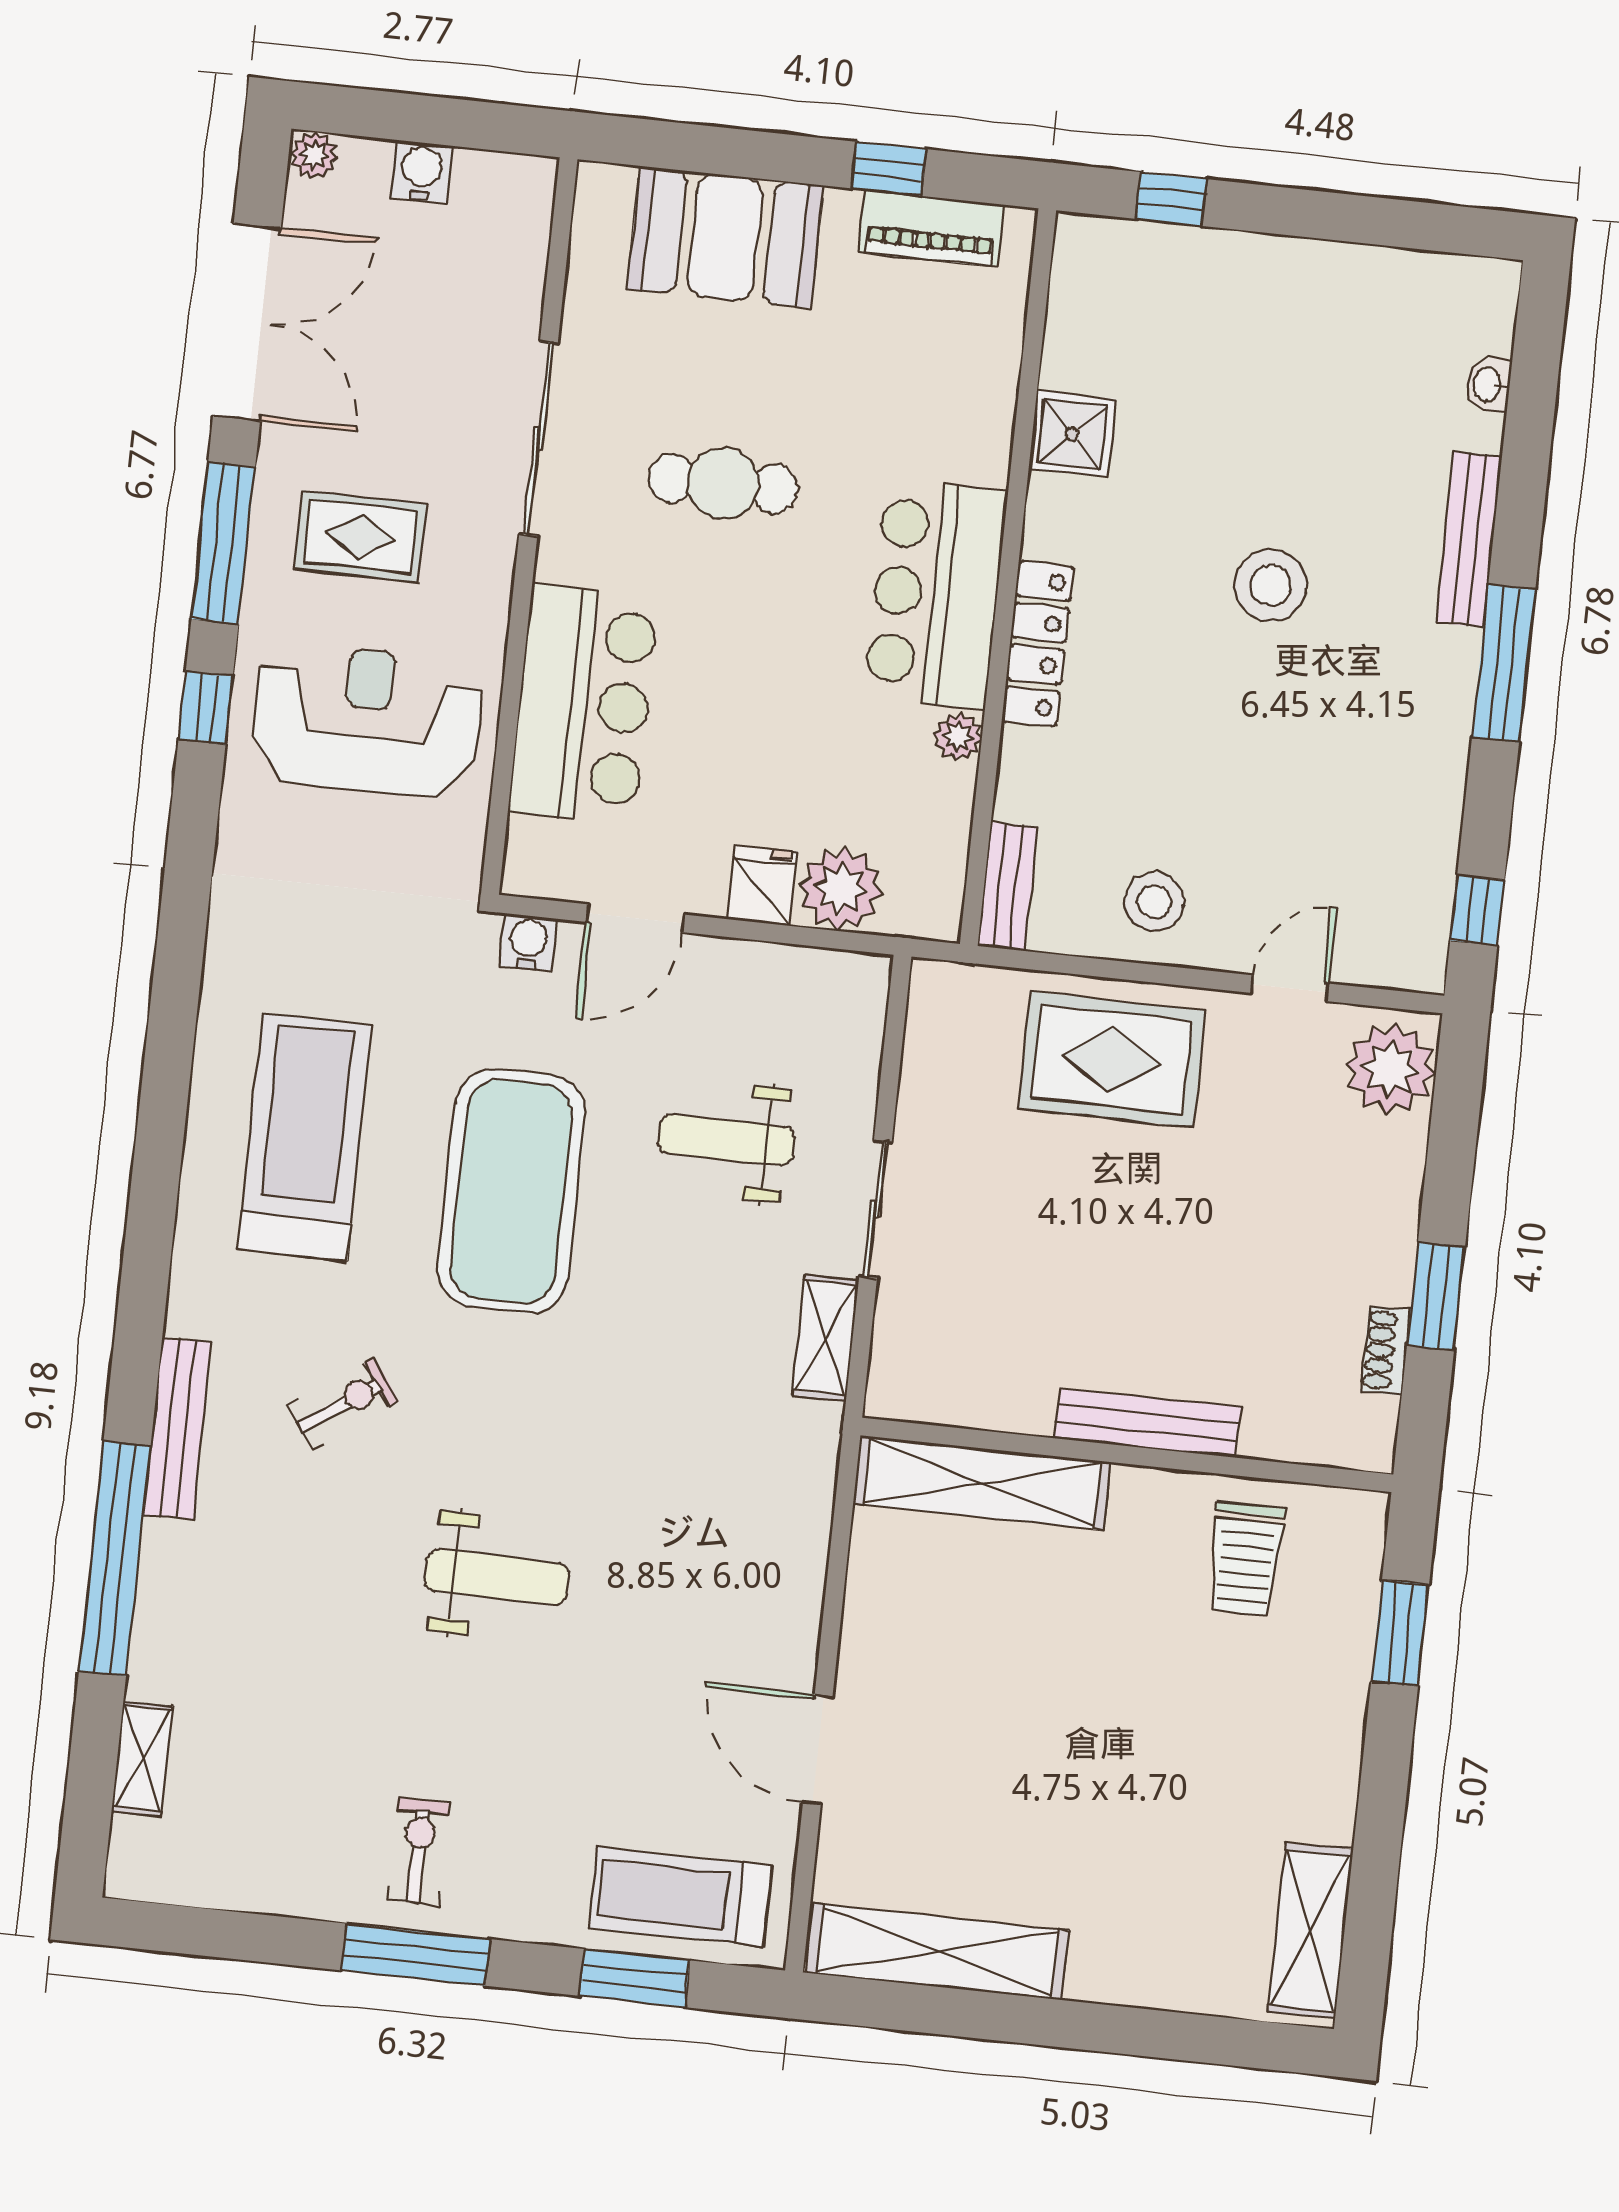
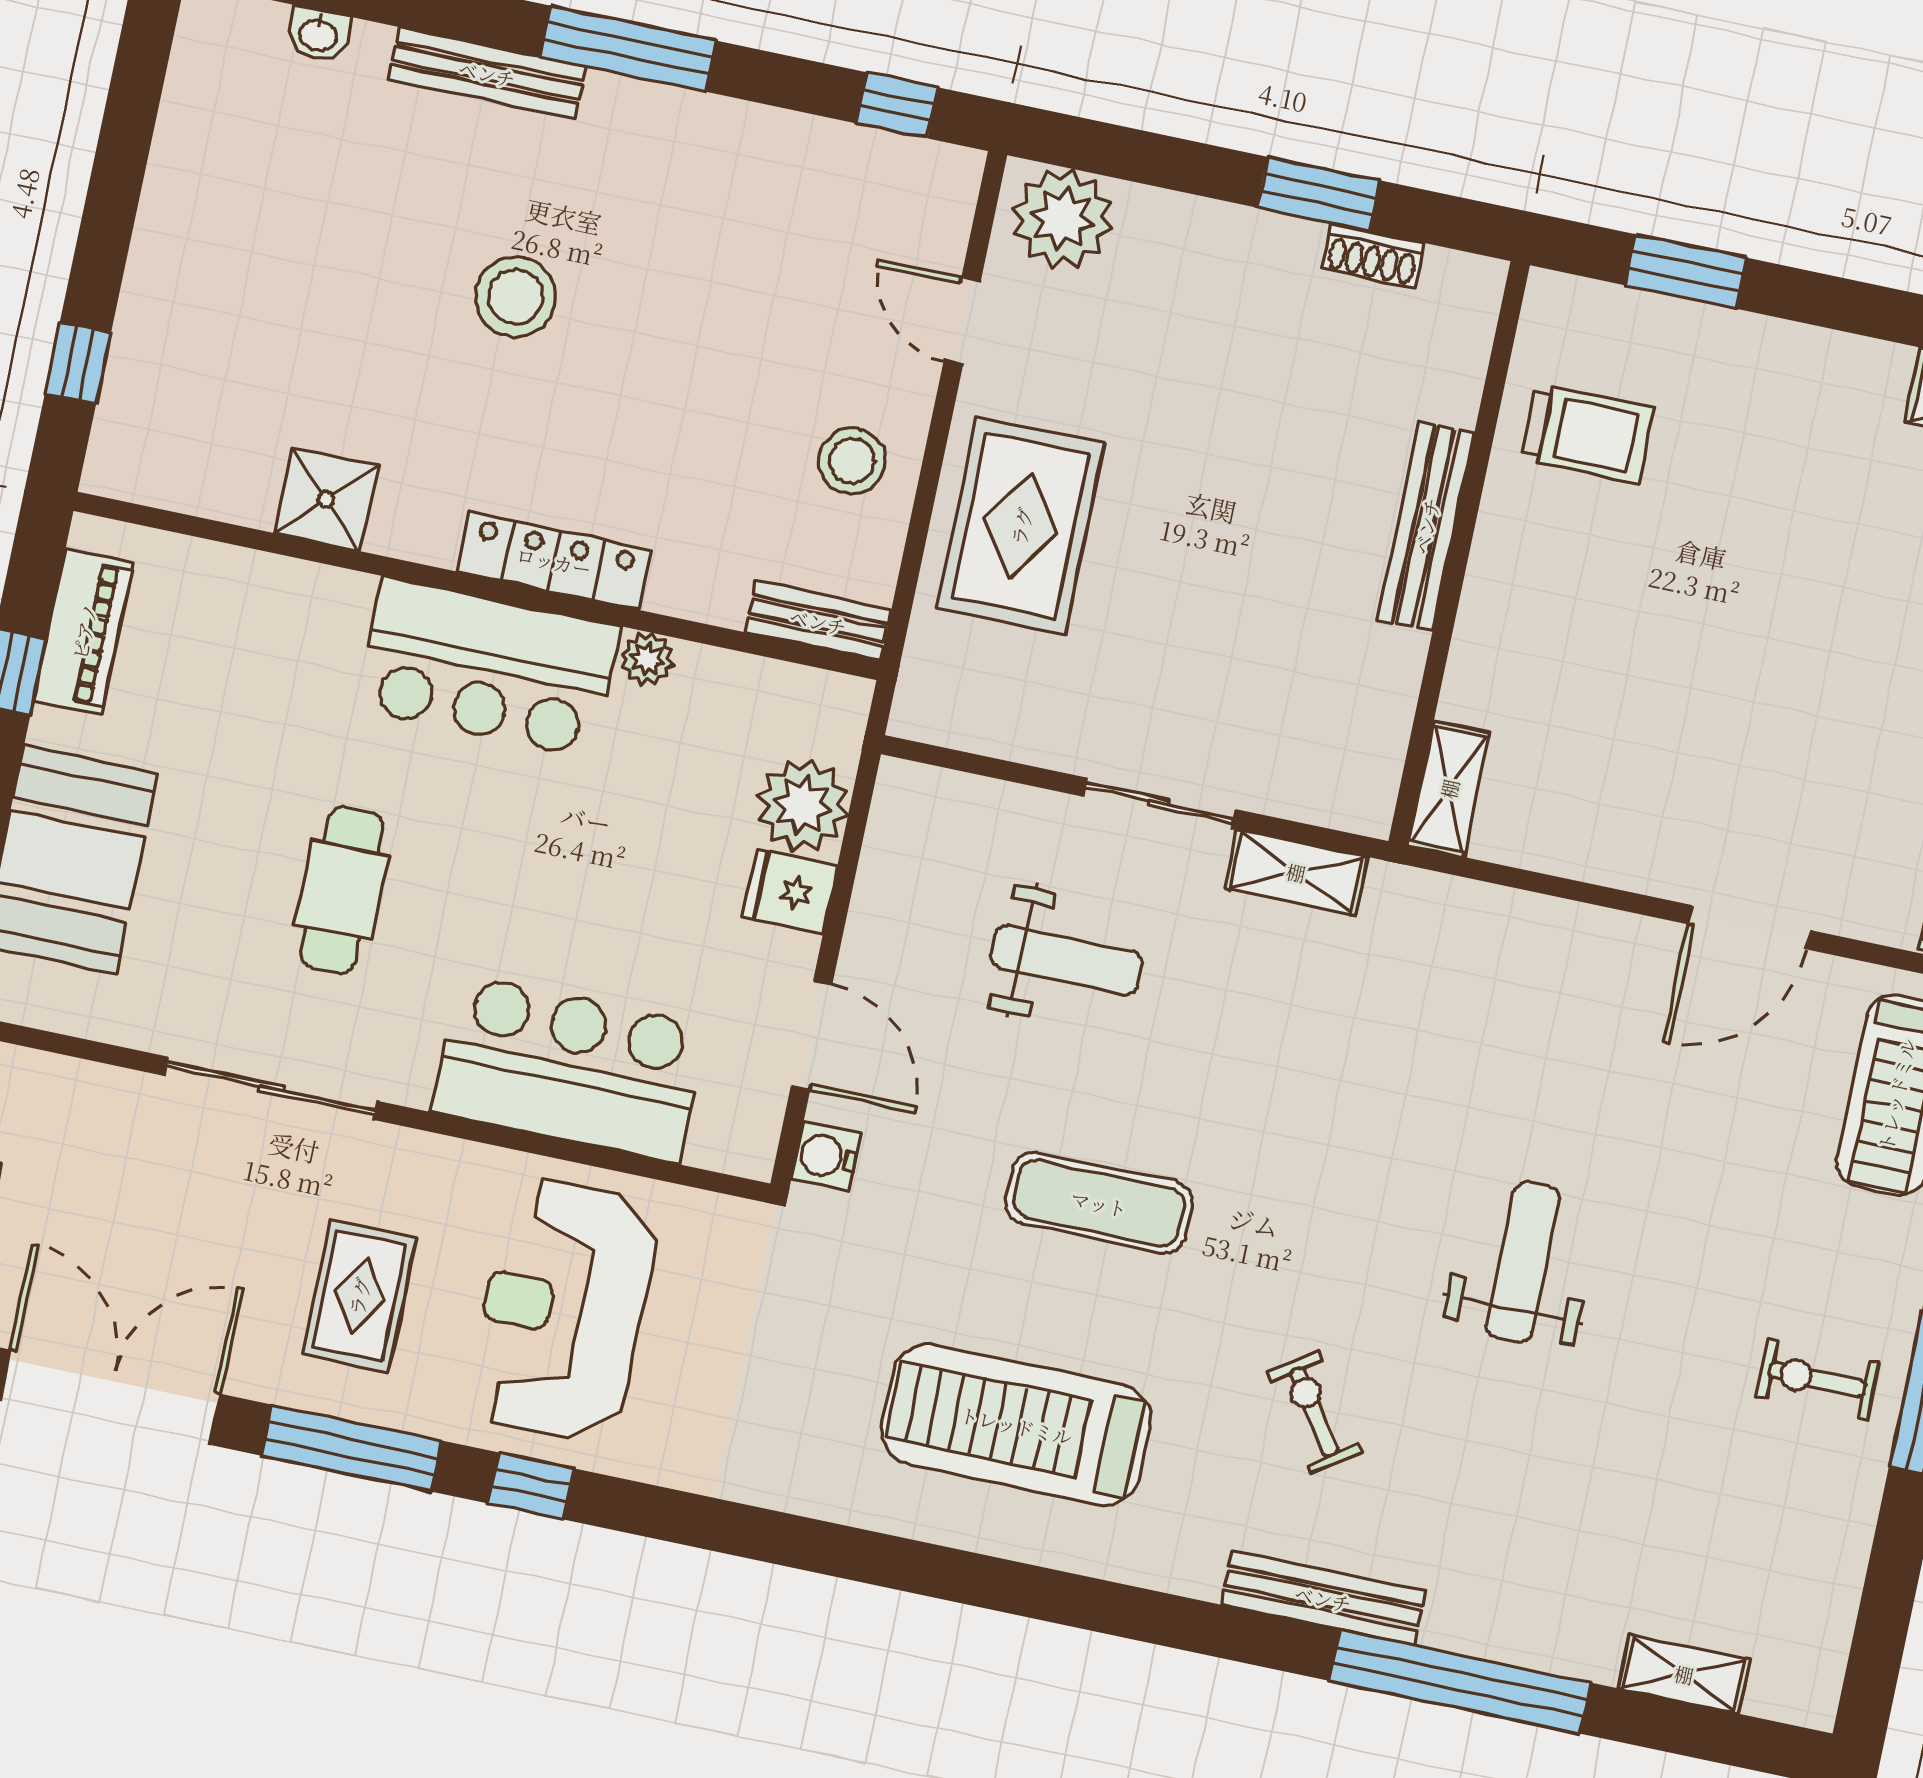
weight bench: (726, 1140) -> (1066, 960), turned -90
exercise mat: (511, 1191) -> (1099, 1203), width x0.50, depth x0.69
shelving: (982, 1483) -> (1449, 789), width x0.45, depth x0.75

